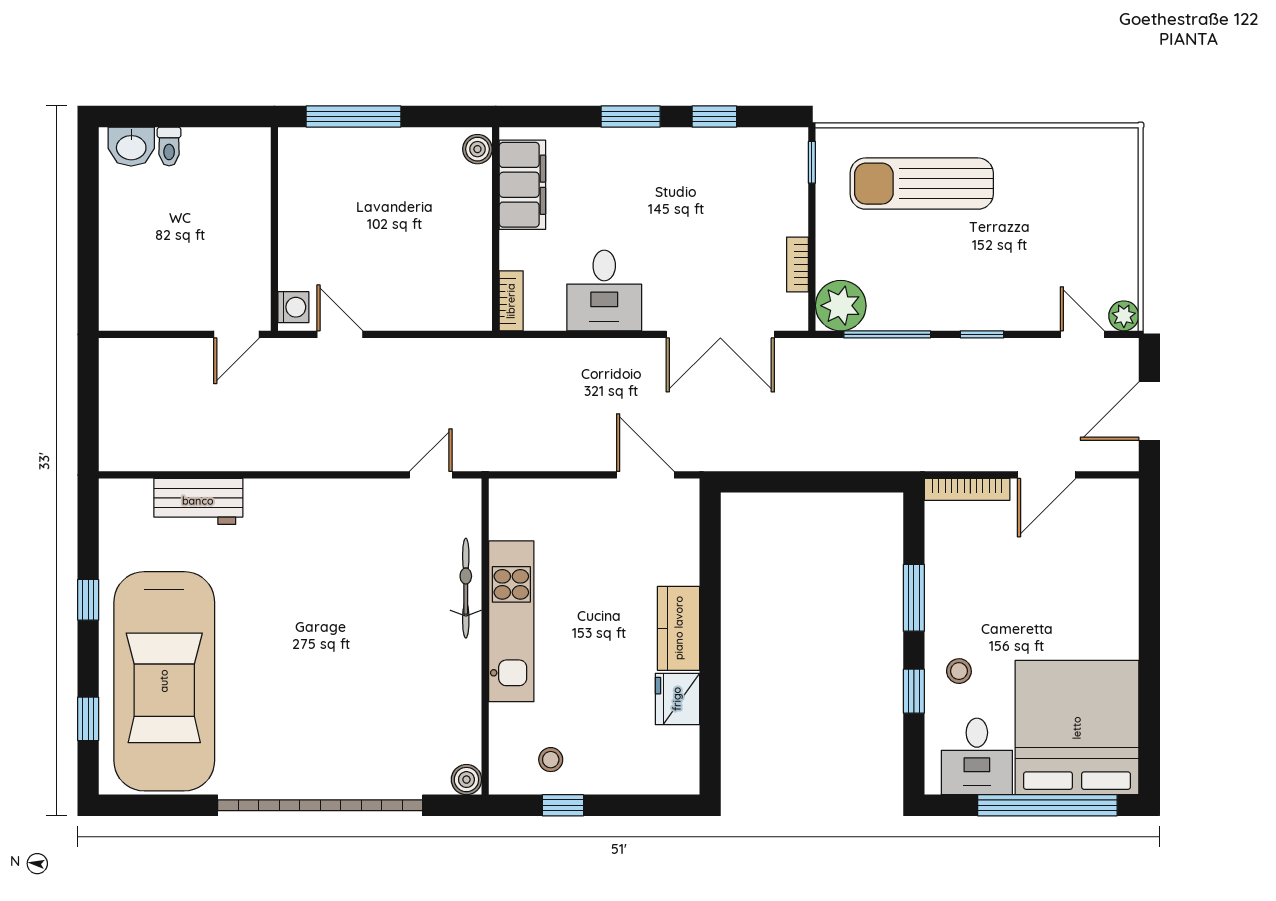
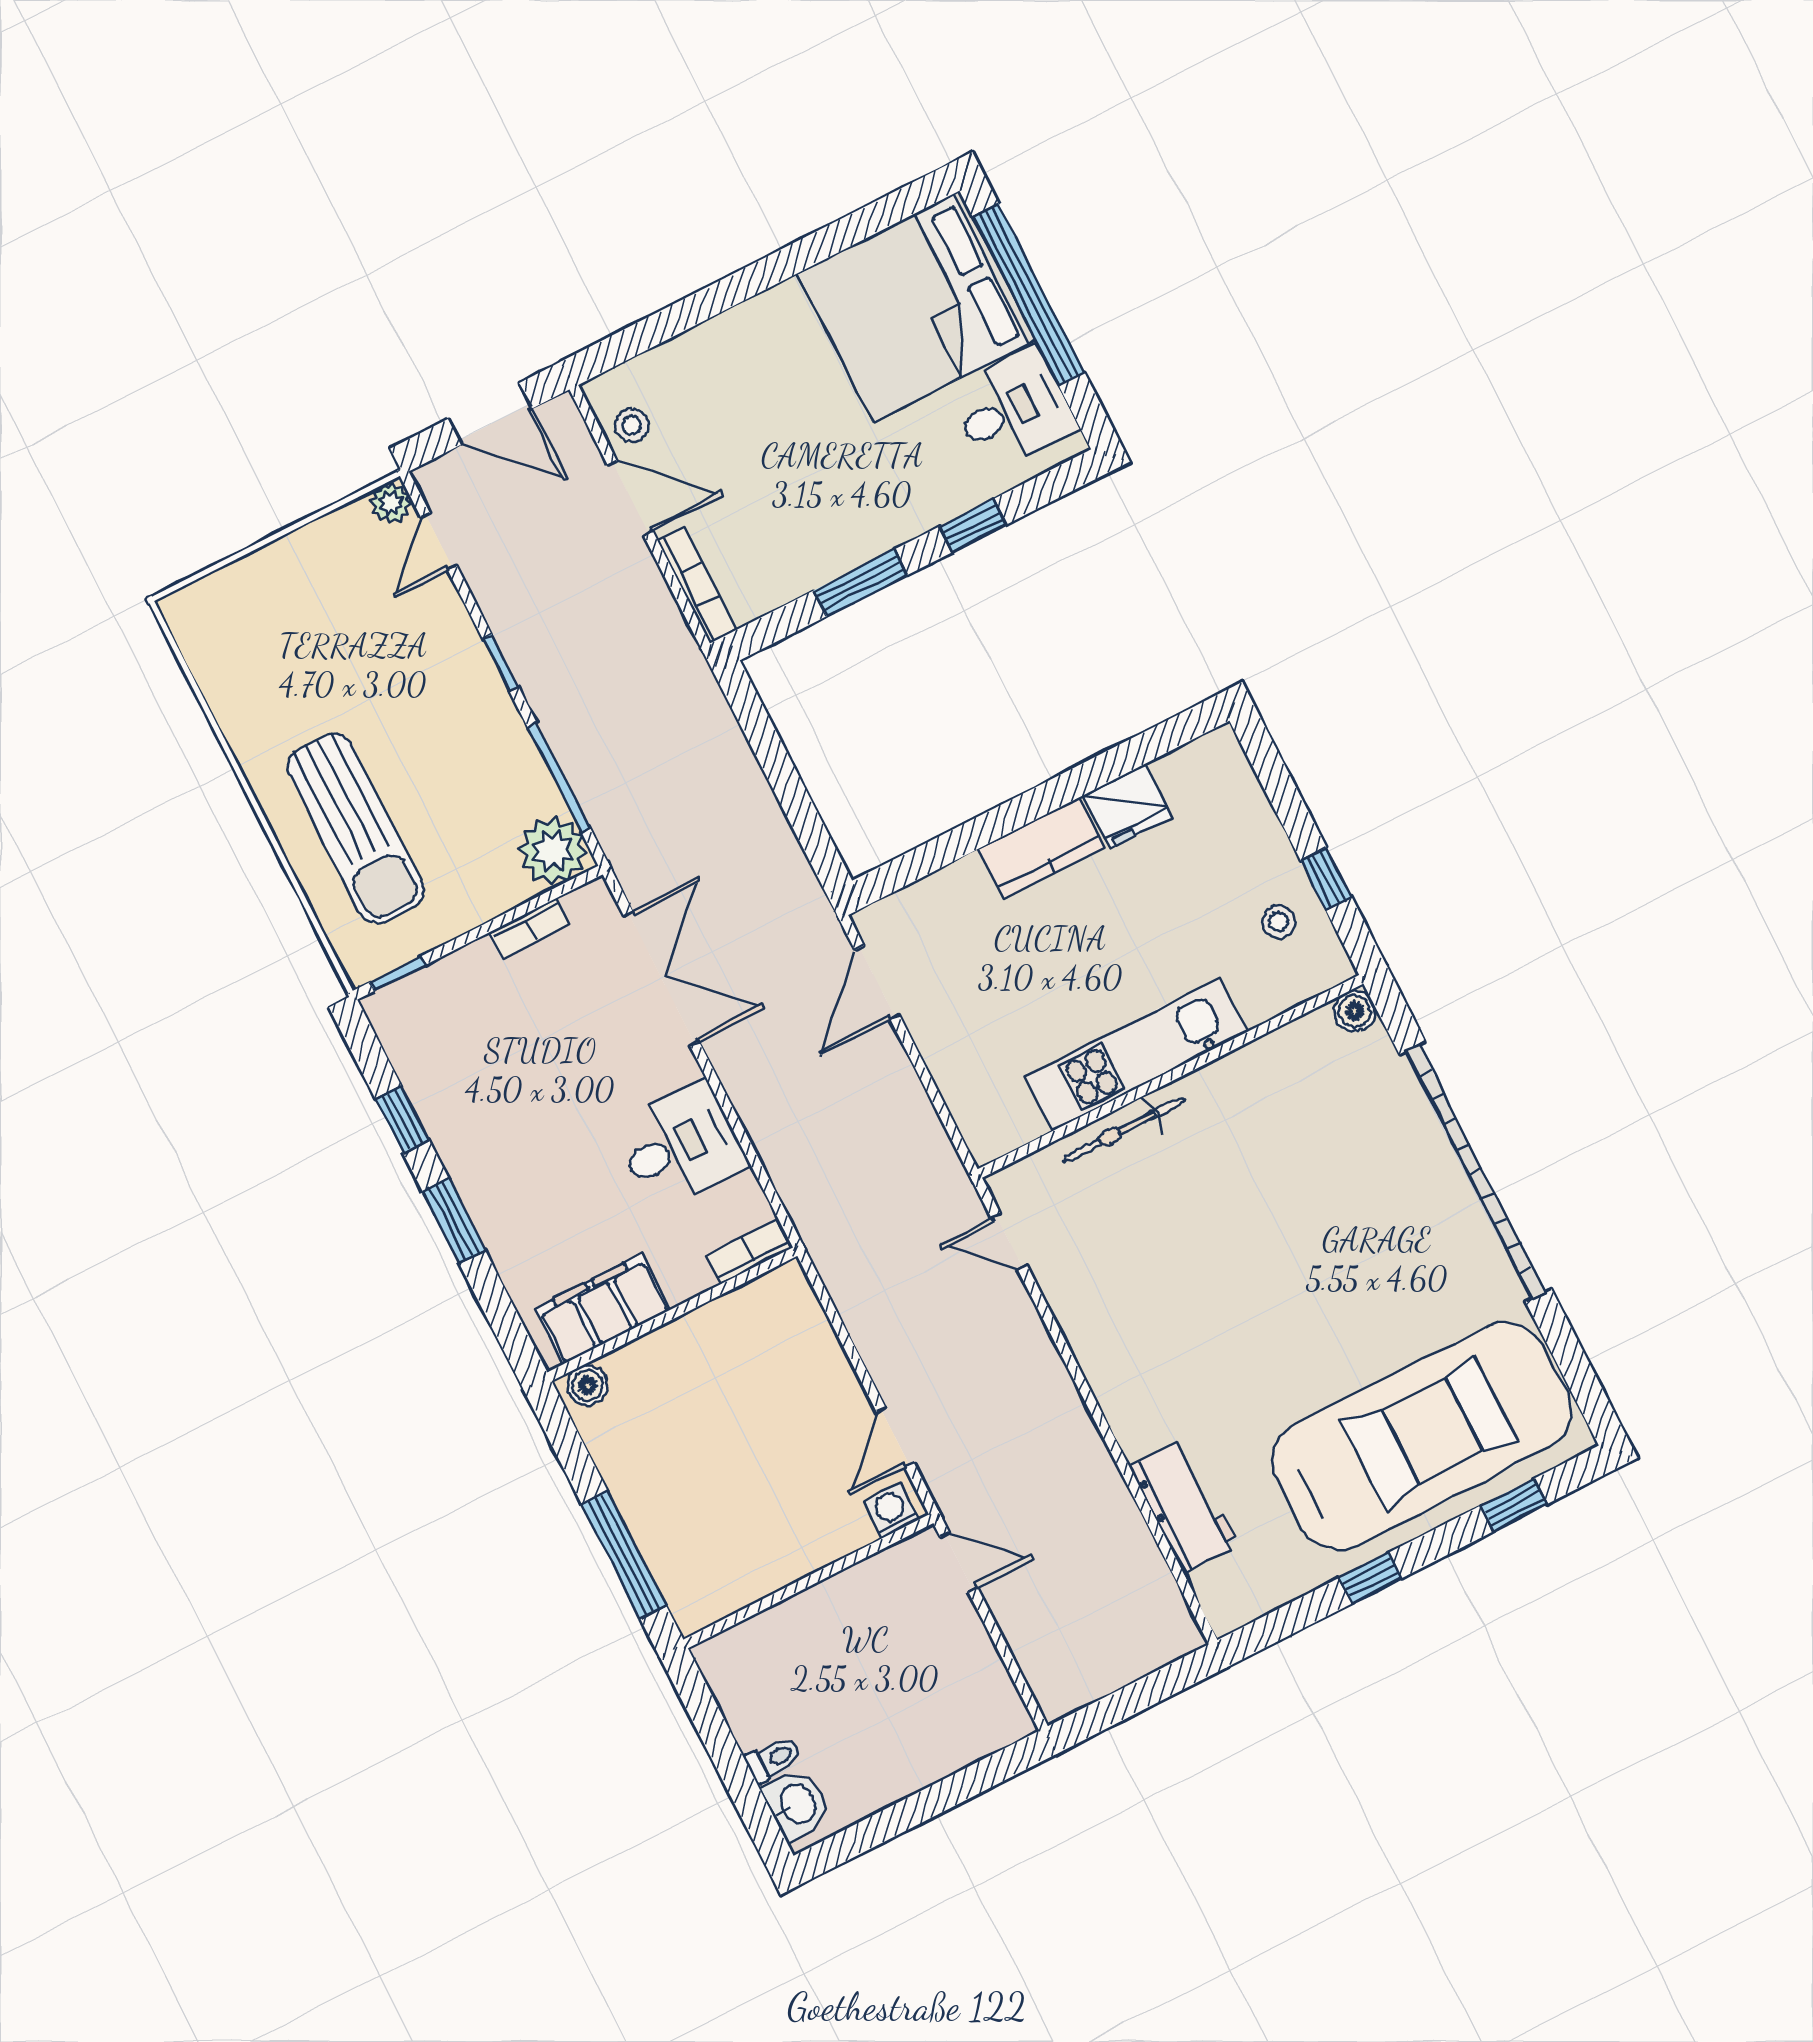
stool: (959, 671) -> (632, 425), moved

